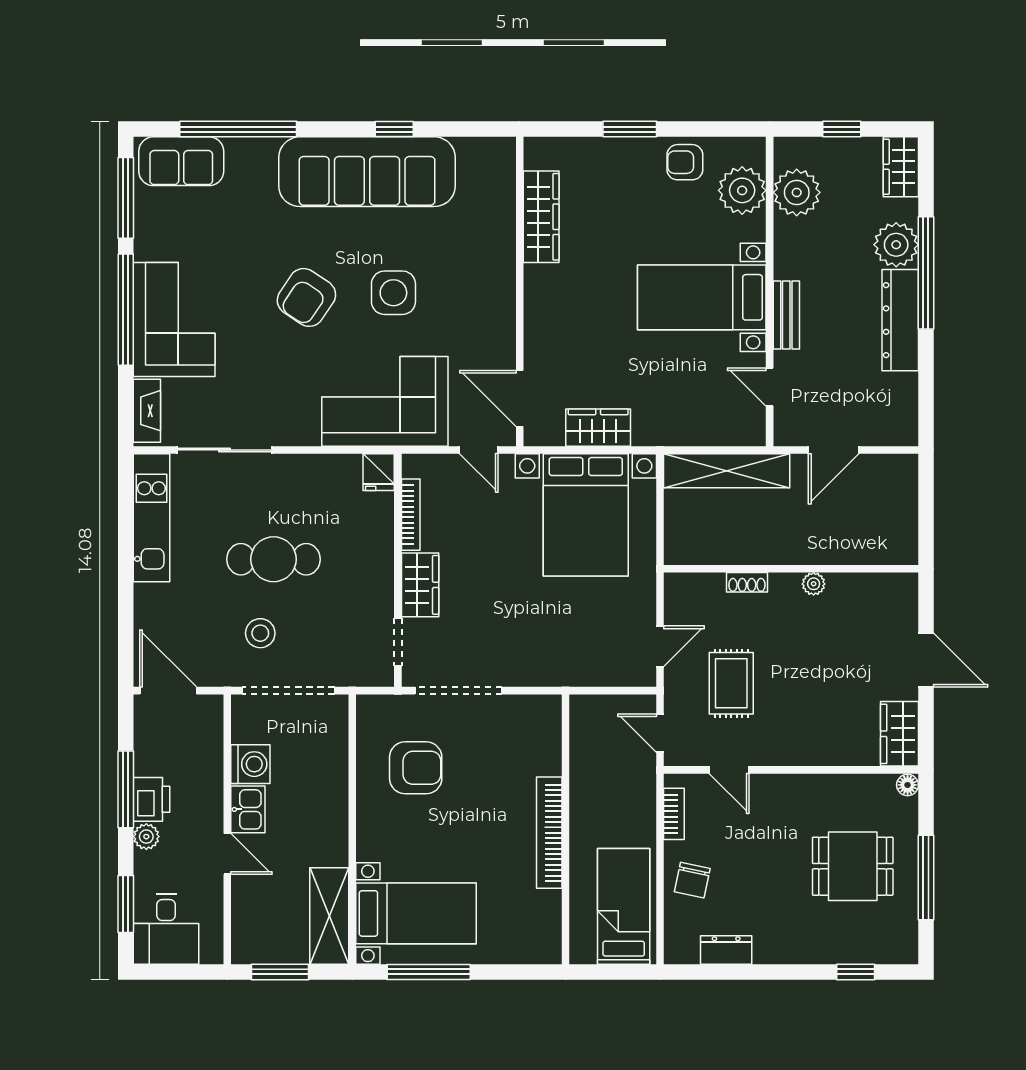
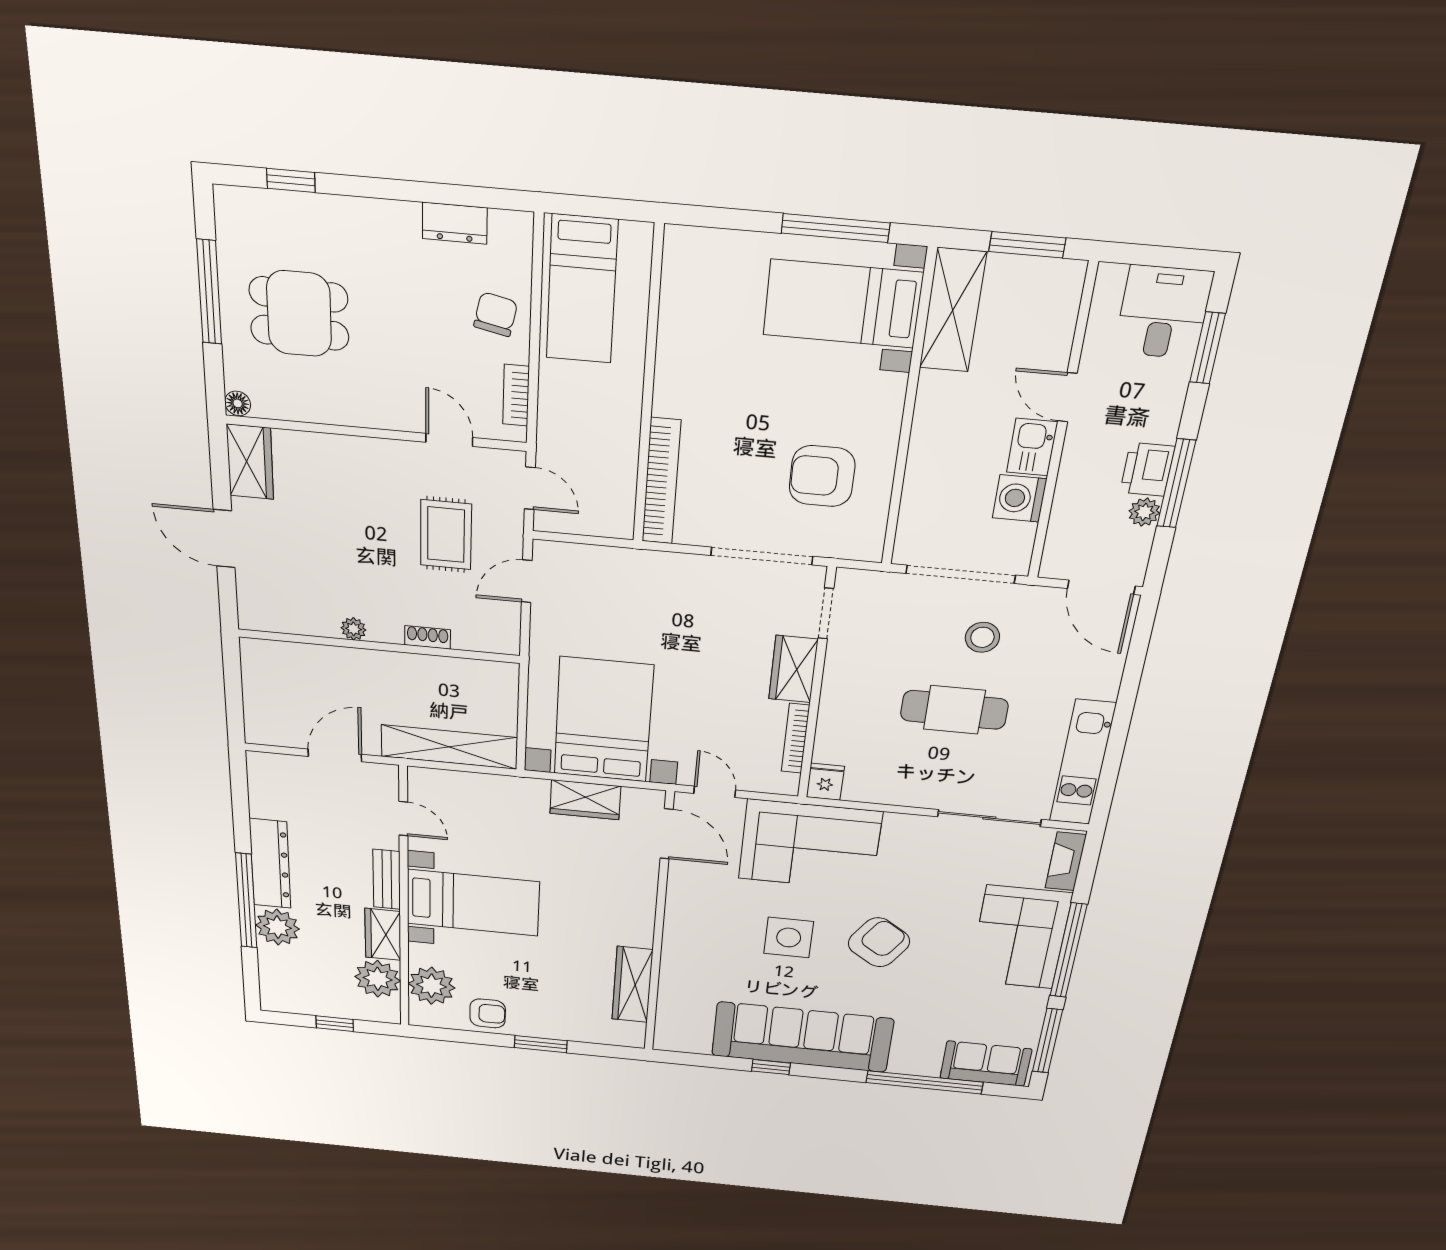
wardrobe: (901, 167) -> (383, 934), moved, turned 180
bookcase: (549, 833) -> (661, 481), moved
plant: (146, 837) -> (1144, 512), moved

